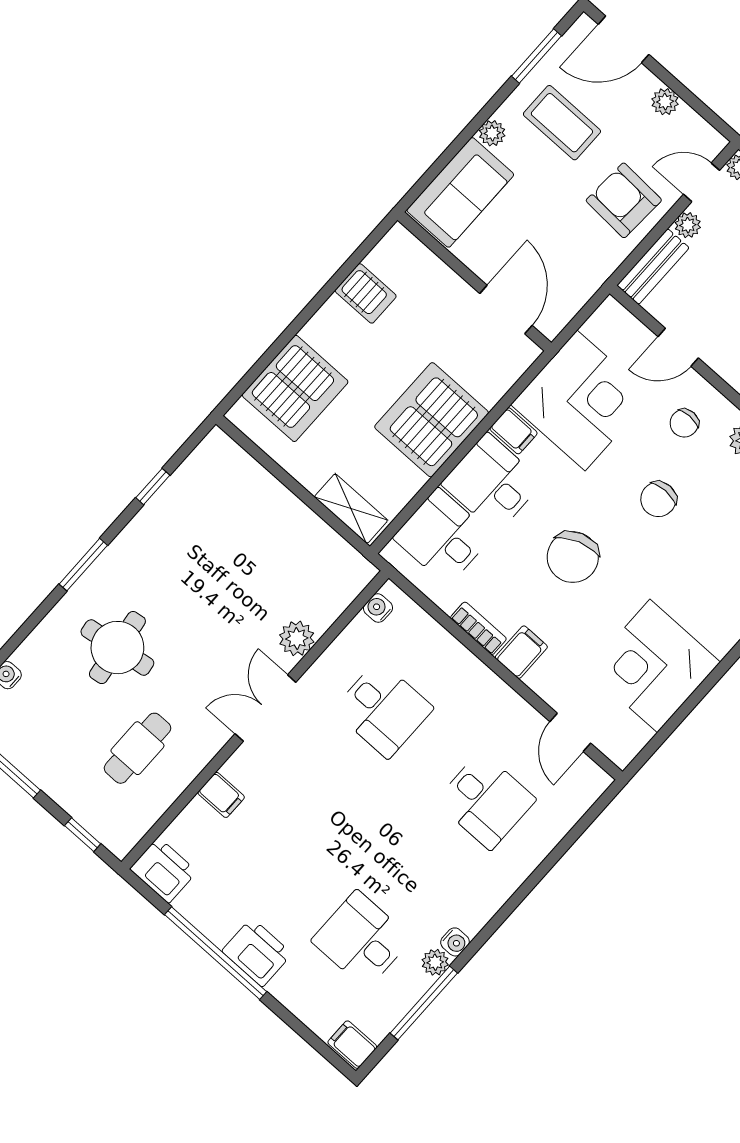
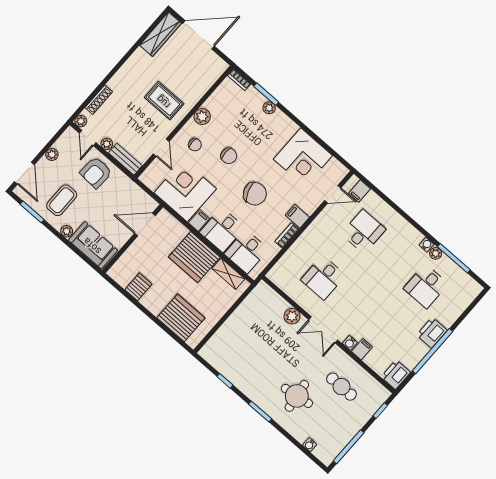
shelving: (351, 509) -> (228, 274), moved, turned 90
water cooler: (378, 608) -> (350, 343), moved
desk: (383, 709) -> (323, 277), turned 180
filing cabinet: (352, 1045) -> (360, 191), moved

